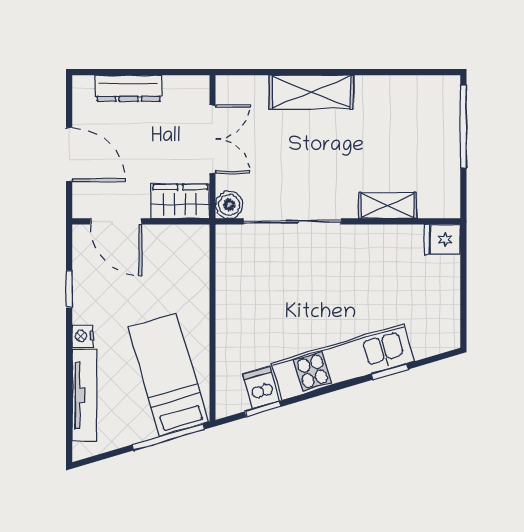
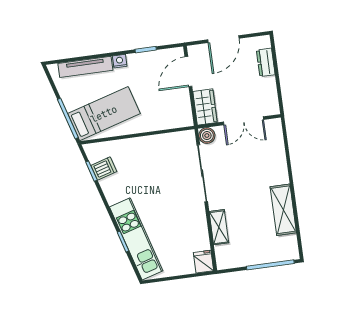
dresser: (129, 88) -> (266, 62), width x0.70
shelving: (311, 92) -> (283, 210), moved
kitchen unit: (343, 362) -> (136, 239), moved

